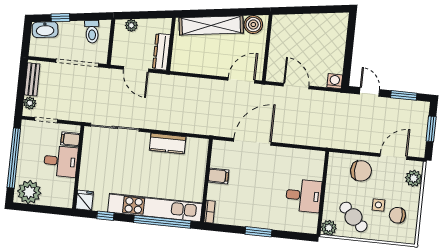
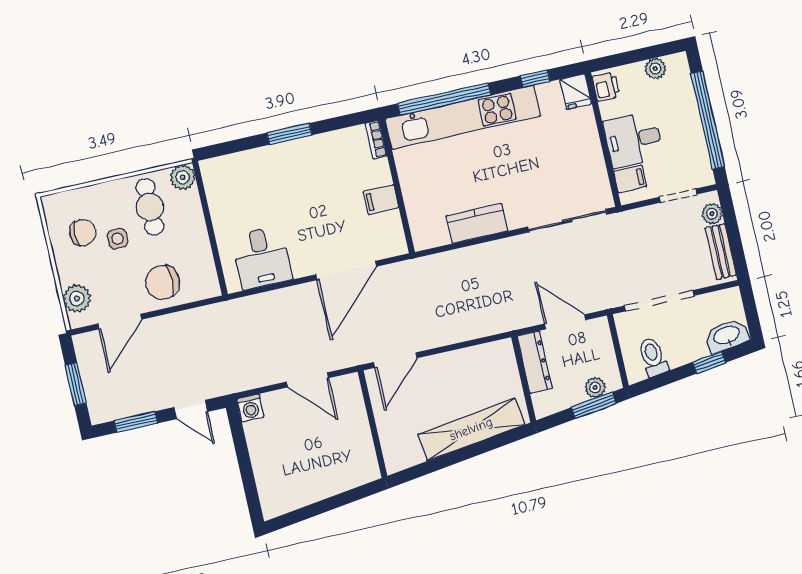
window: (136, 15) -> (594, 405), added
boiler: (253, 25) -> (406, 453), removed
plant: (29, 192) -> (655, 68), width x0.53, depth x0.53
desk: (304, 196) -> (262, 258), moved, turned -90
printer: (66, 197) -> (606, 87), added
cafe table: (353, 217) -> (150, 207), turned 46

